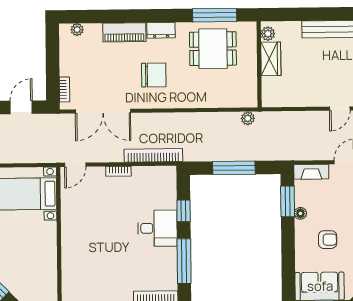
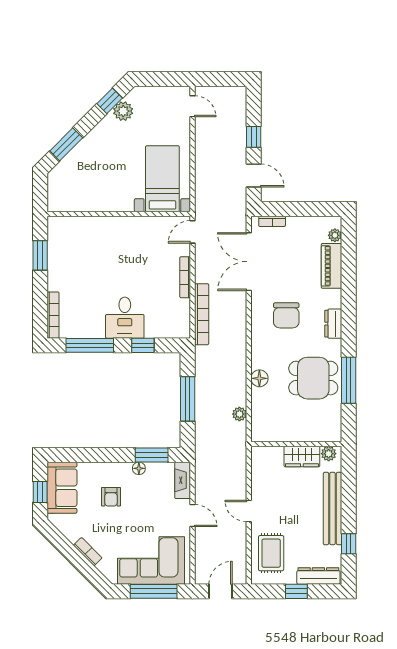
piano: (124, 32) -> (331, 266), moved
plant: (268, 34) -> (329, 454), moved
dining table: (213, 49) -> (313, 378), turned 90
wardrobe: (271, 59) -> (302, 457), moved
wall: (259, 64) -> (296, 444), moved
floor lamp: (214, 100) -> (259, 378), added
door: (75, 165) -> (193, 232), hinge flipped
bookcase: (118, 171) -> (185, 277), width x1.56

